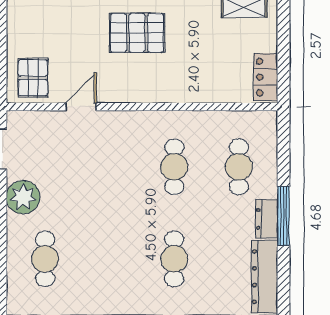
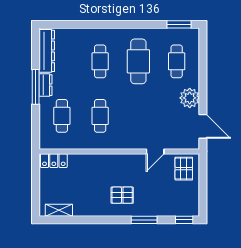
pallet: (137, 33) -> (122, 195), width x0.67, depth x0.71
locker: (266, 77) -> (54, 161), moved, turned 90
cafe table: (110, 259) -> (138, 61), added

